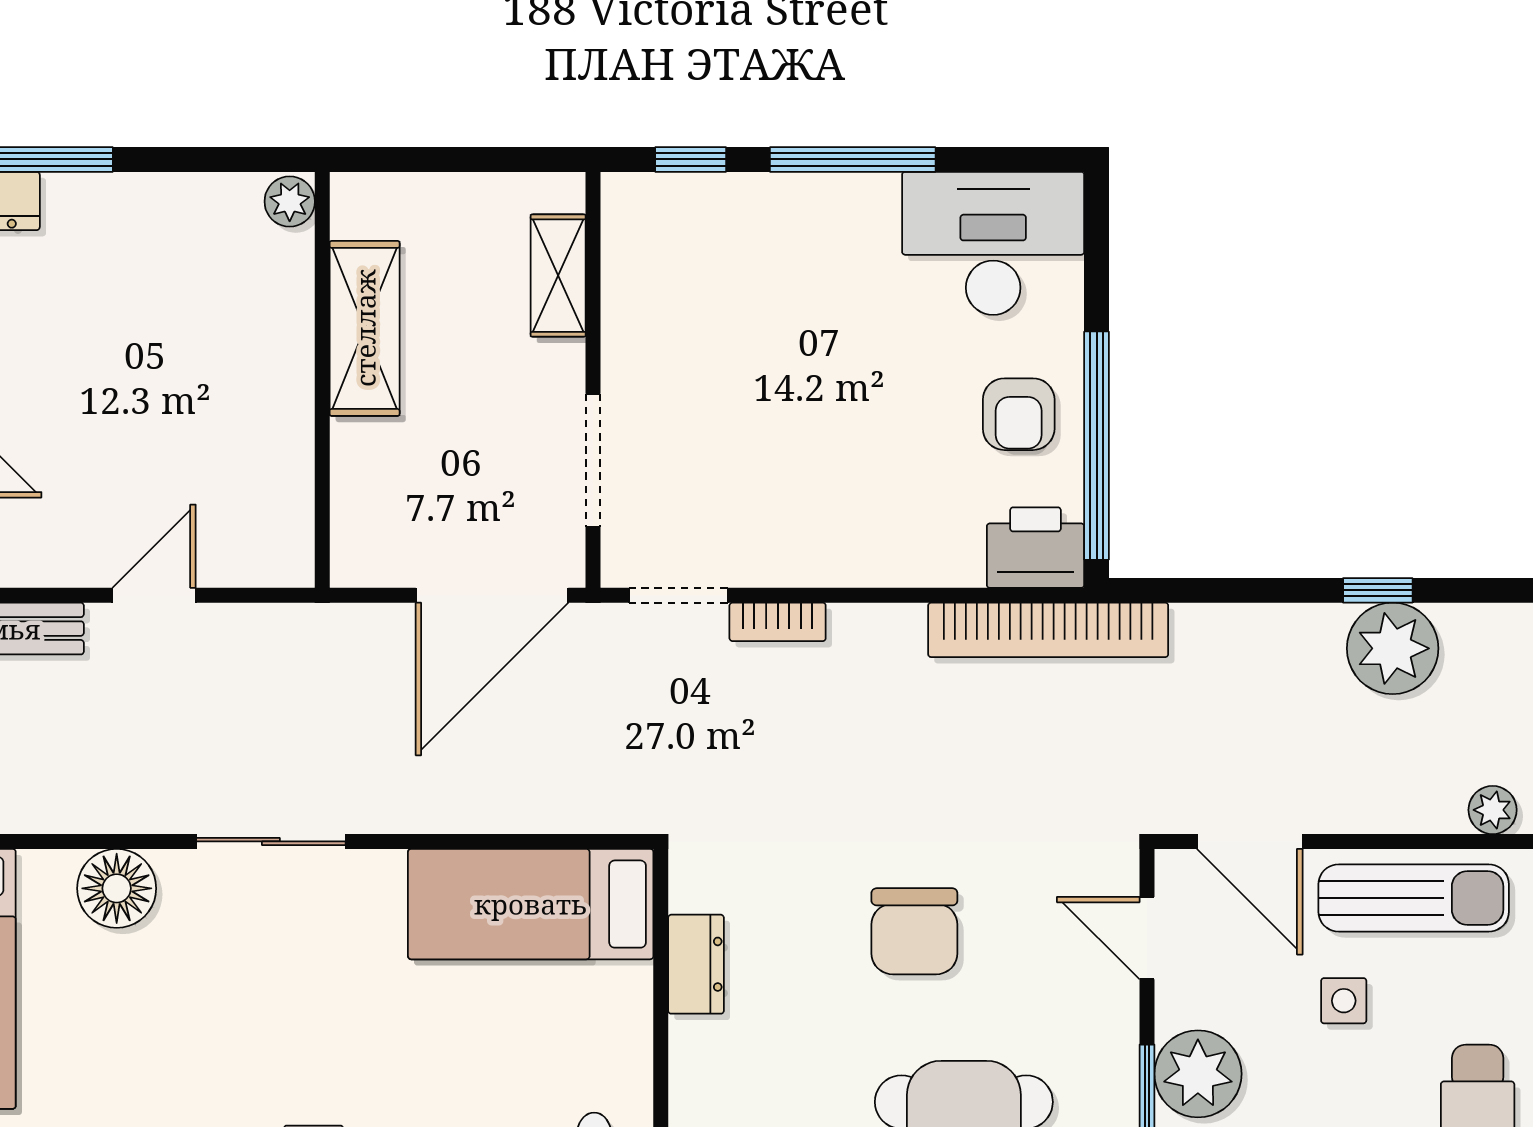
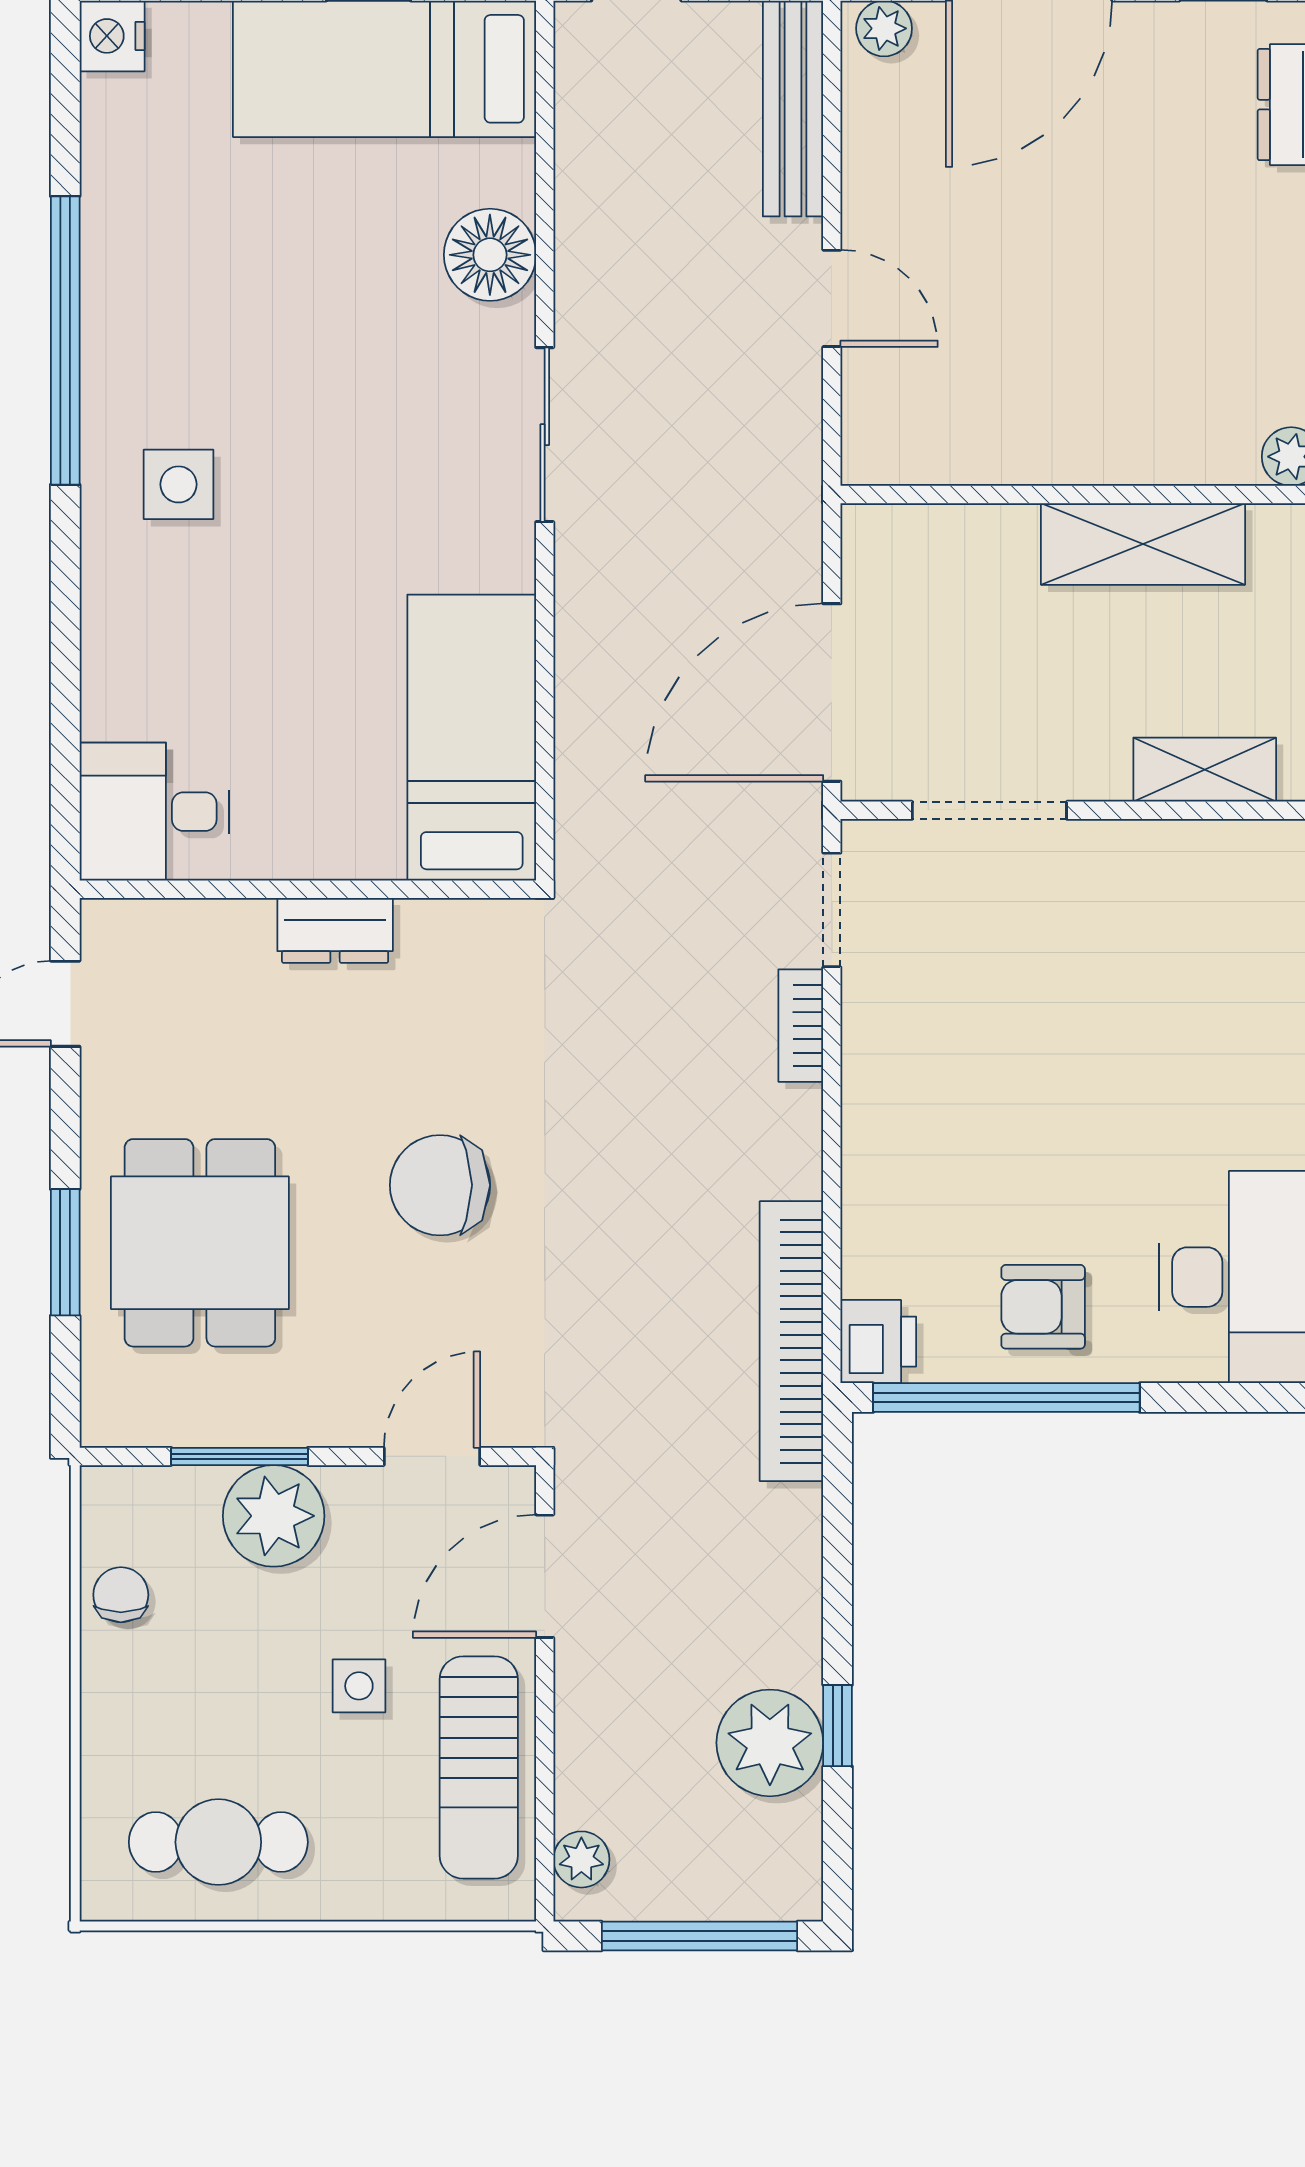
printer: (1035, 548) -> (878, 1342), width x0.73, depth x0.81
door: (492, 595) -> (832, 692), hinge flipped
dresser: (696, 964) -> (335, 930), moved

